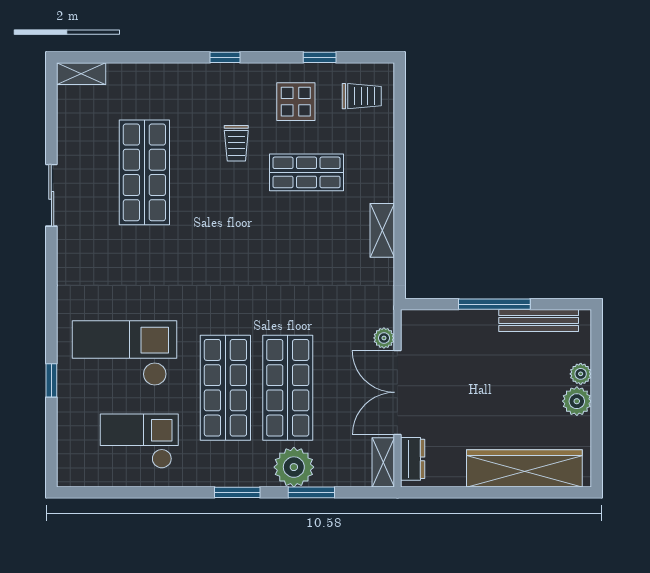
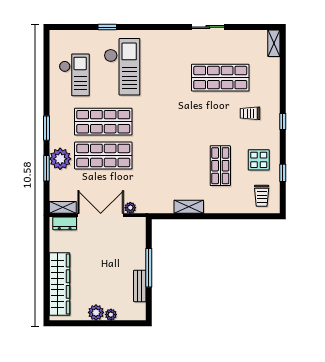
trolley: (236, 143) -> (250, 113), moved
bench: (539, 321) -> (140, 286), width x0.73

